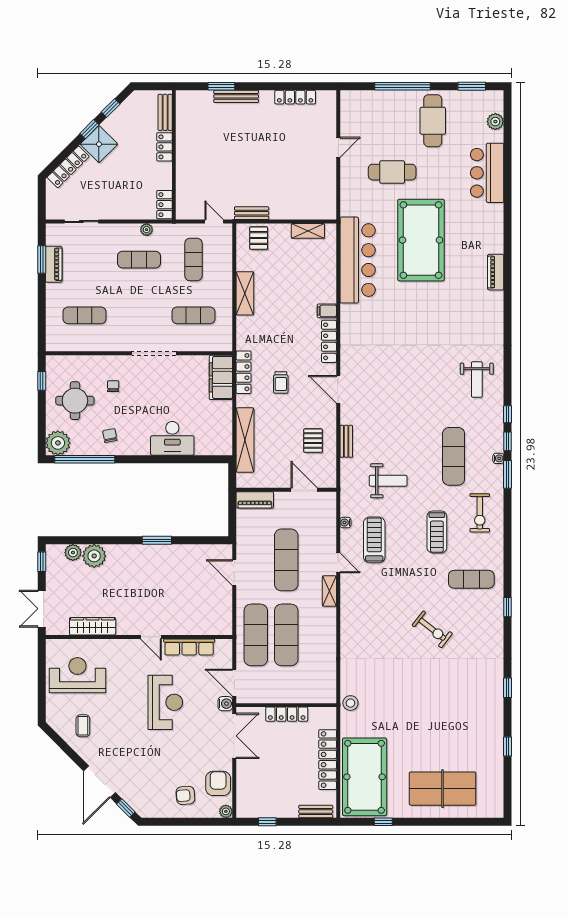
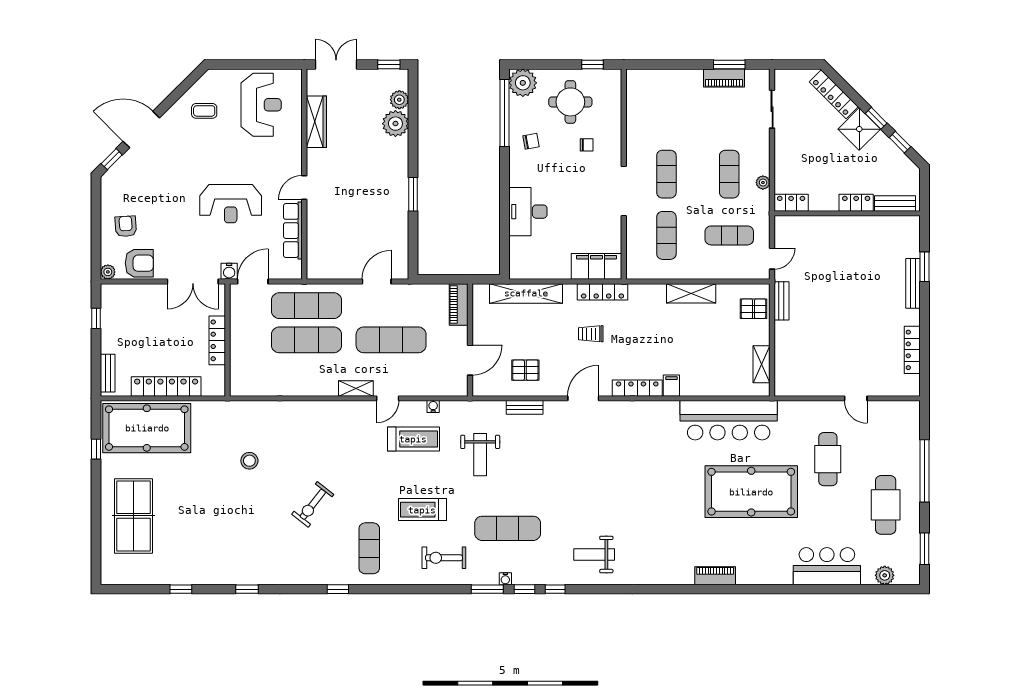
cafe table: (433, 121) -> (886, 505), turned 90
exercise mat: (85, 315) -> (666, 174), moved
stool: (350, 703) -> (249, 461), moved

